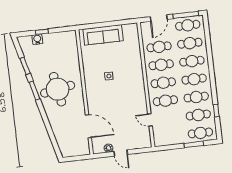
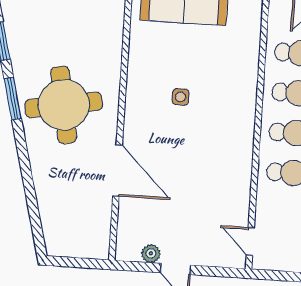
door: (150, 120) -> (250, 241), moved
door: (88, 126) -> (118, 171), moved

